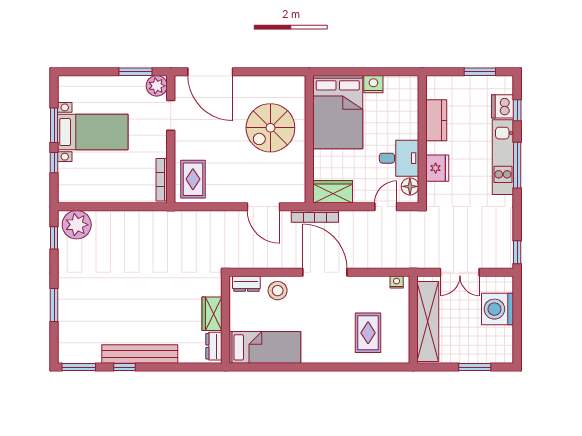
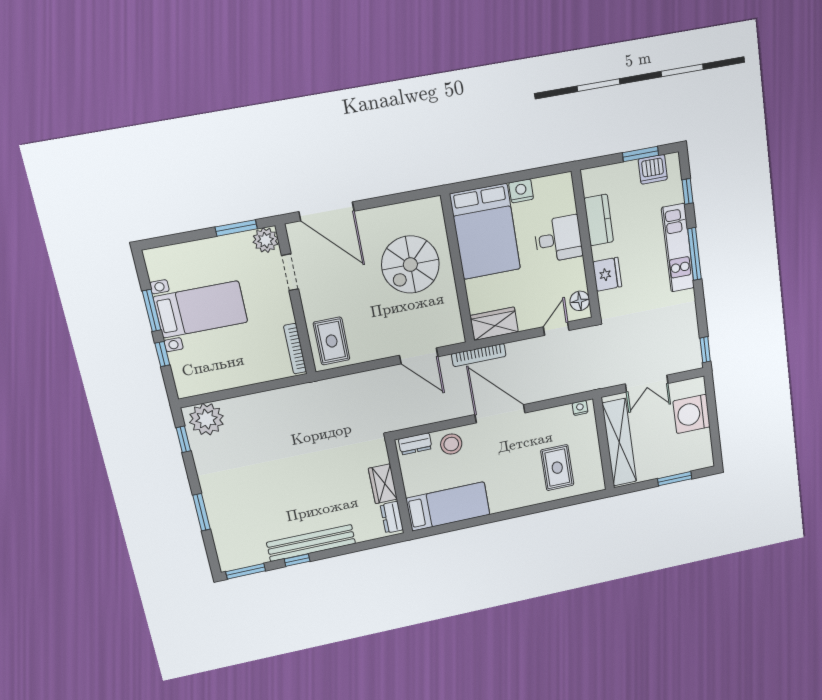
dishwasher: (503, 106) -> (653, 169), moved, turned -90
desk: (399, 158) -> (558, 239), moved

